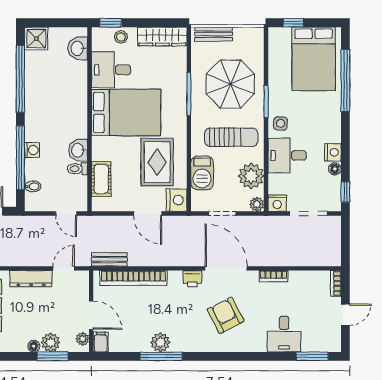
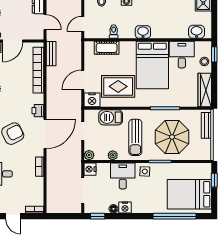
washbasin: (78, 150) -> (143, 32), moved
plant: (251, 176) -> (113, 155), width x0.53, depth x0.53

